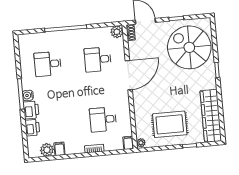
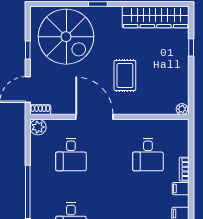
spiral stairs: (189, 47) -> (66, 37), turned -90
rug: (170, 124) -> (125, 76), moved, width x0.73, depth x0.70
filing cabinet: (128, 143) -> (181, 189), moved

